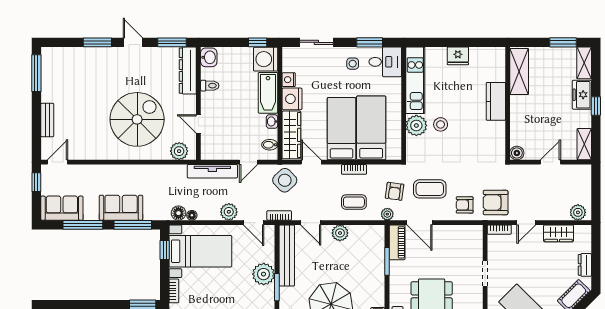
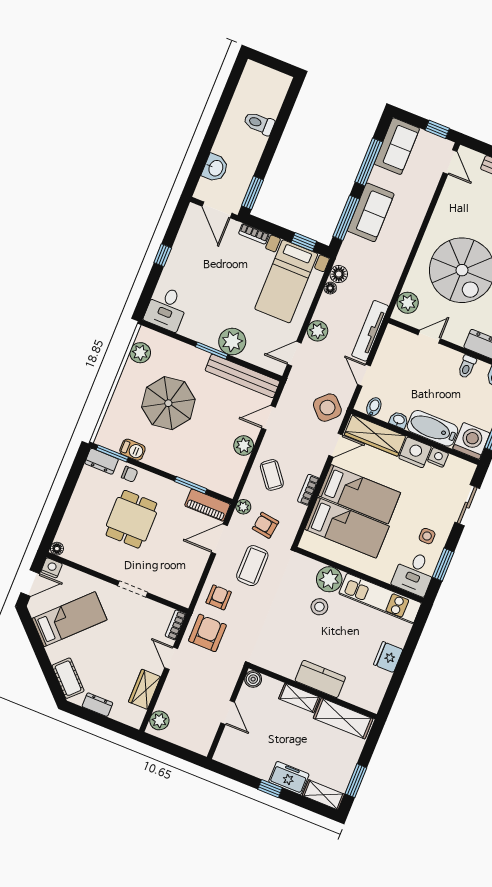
shelving: (584, 144) -> (299, 698), moved
coffee table: (354, 202) -> (272, 475), turned -38
bookcase: (279, 215) -> (291, 385), removed

